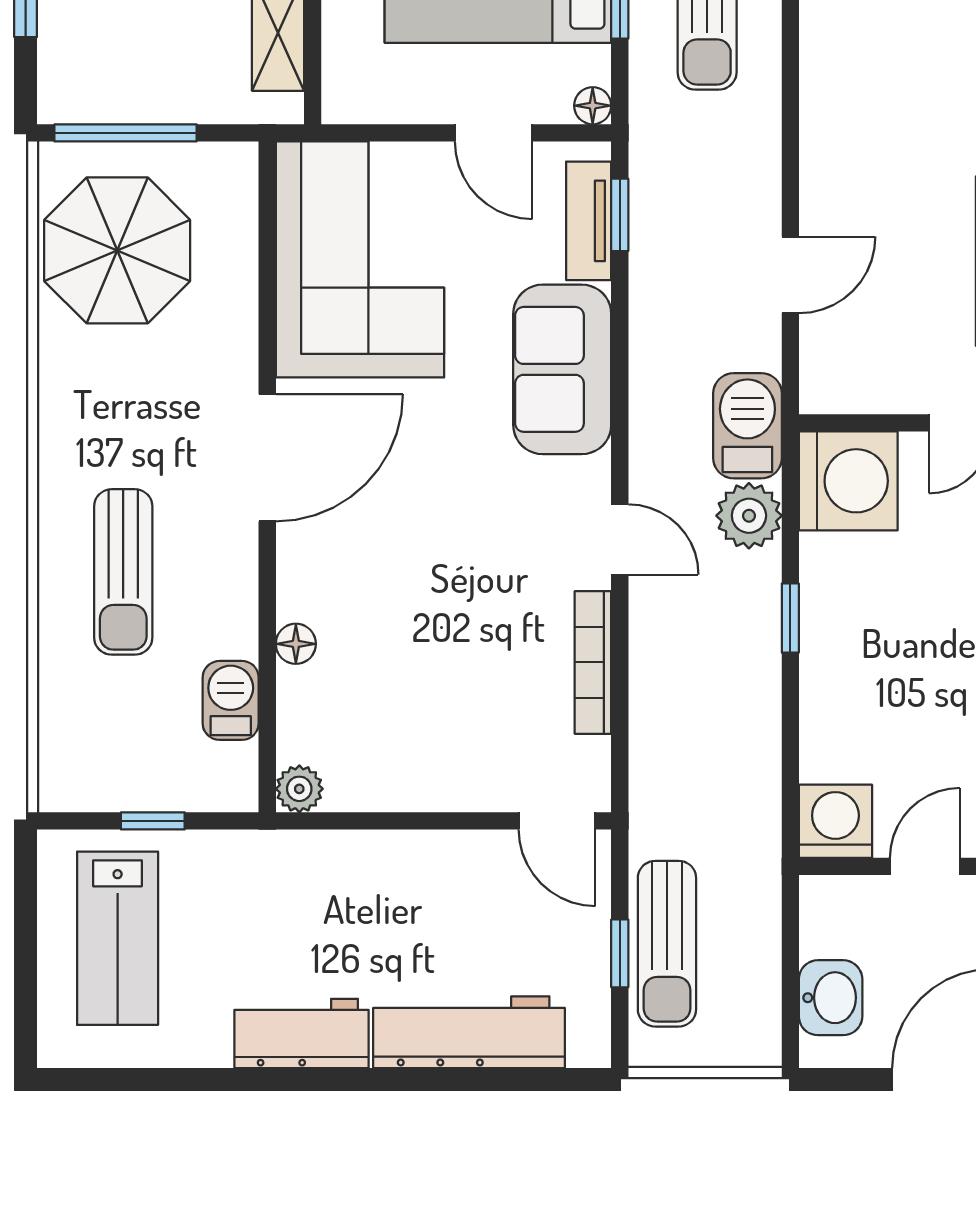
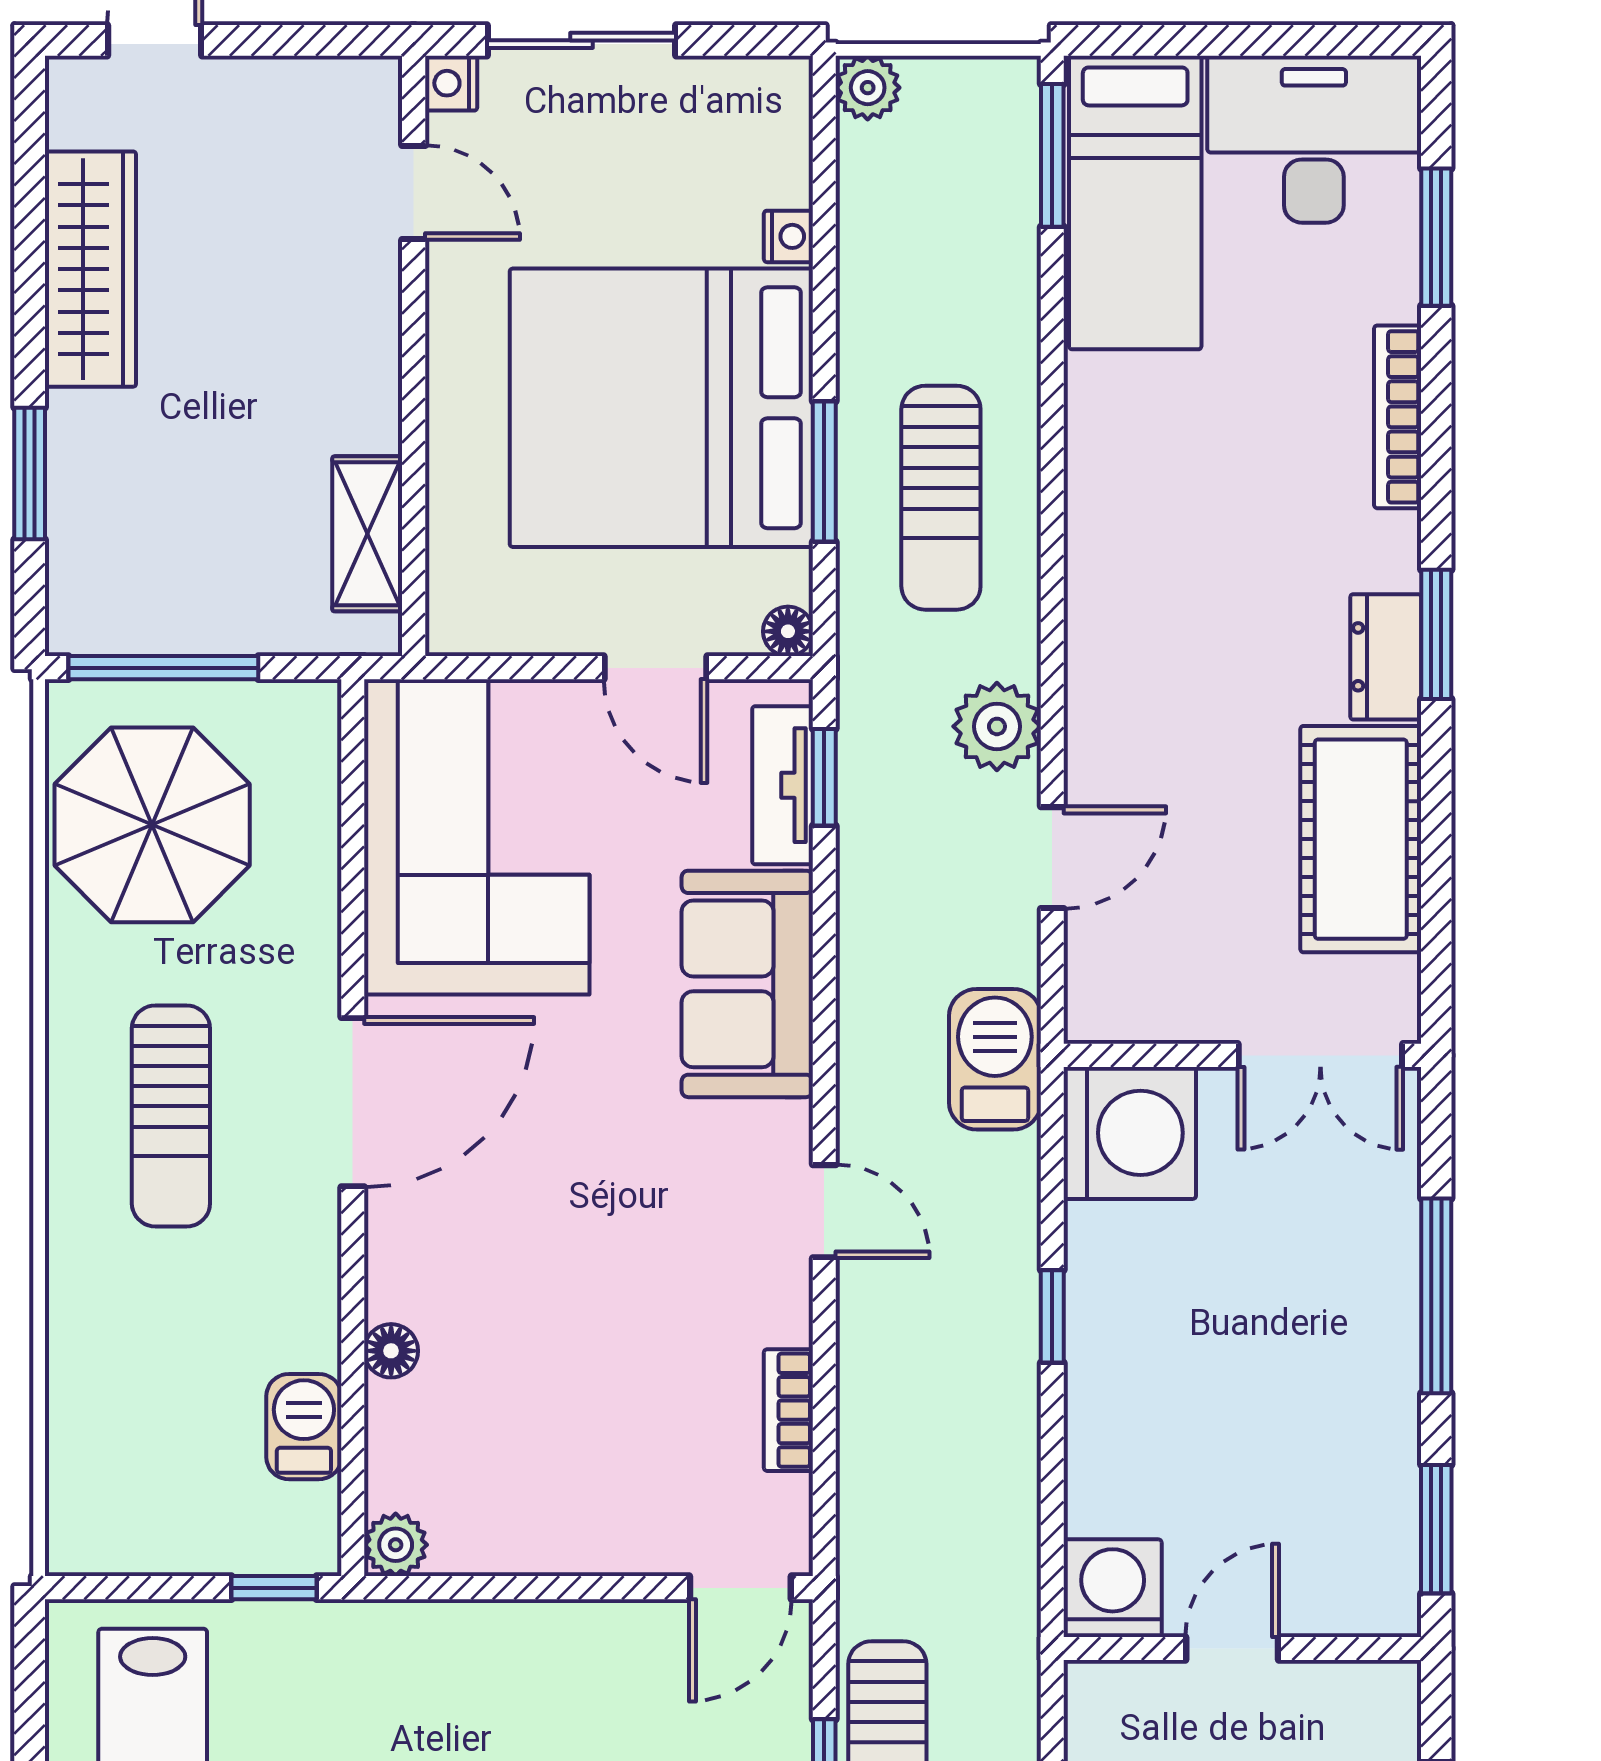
plant: (749, 516) -> (997, 726), moved
sun lounger: (123, 572) -> (171, 1116), moved
bookcase: (593, 662) -> (788, 1410), width x0.64
window: (153, 821) -> (274, 1588), moved
door: (557, 821) -> (740, 1588), hinge flipped

